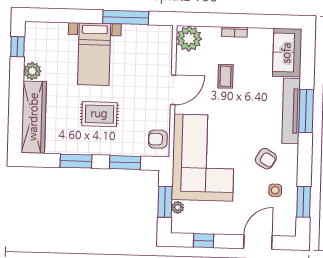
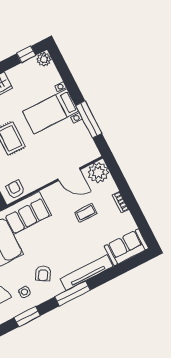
plant: (32, 71) -> (44, 59), moved
door: (173, 90) -> (69, 174), moved
window: (306, 111) -> (72, 293), moved

